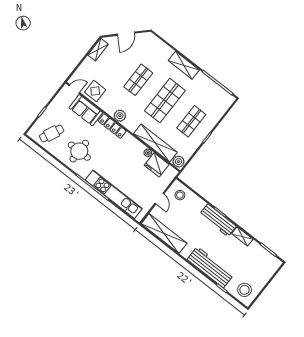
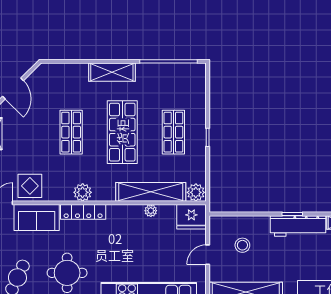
fridge: (157, 165) -> (191, 217), moved
stool: (180, 195) -> (242, 245), moved
door: (159, 199) -> (208, 255), swing flipped

